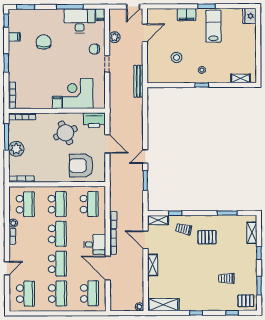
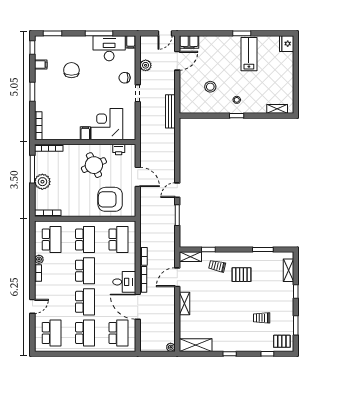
filing cabinet: (186, 15) -> (189, 42), moved
printer: (94, 120) -> (119, 150), width x0.53, depth x0.68
door: (145, 240) -> (177, 277), hinge flipped

